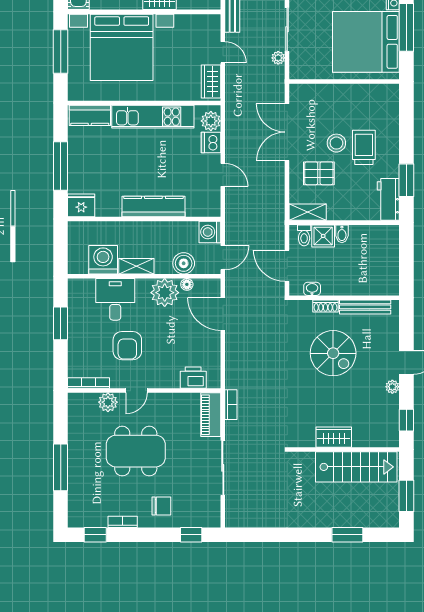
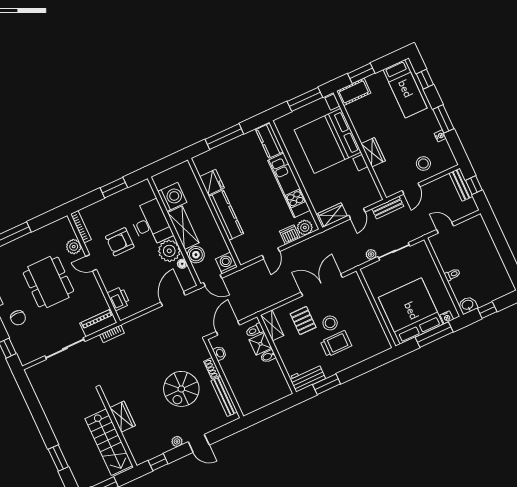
fridge: (81, 205) -> (212, 182), moved
shelving: (136, 266) -> (183, 228), width x1.50, depth x1.33
desk: (115, 299) -> (151, 223), width x1.37

